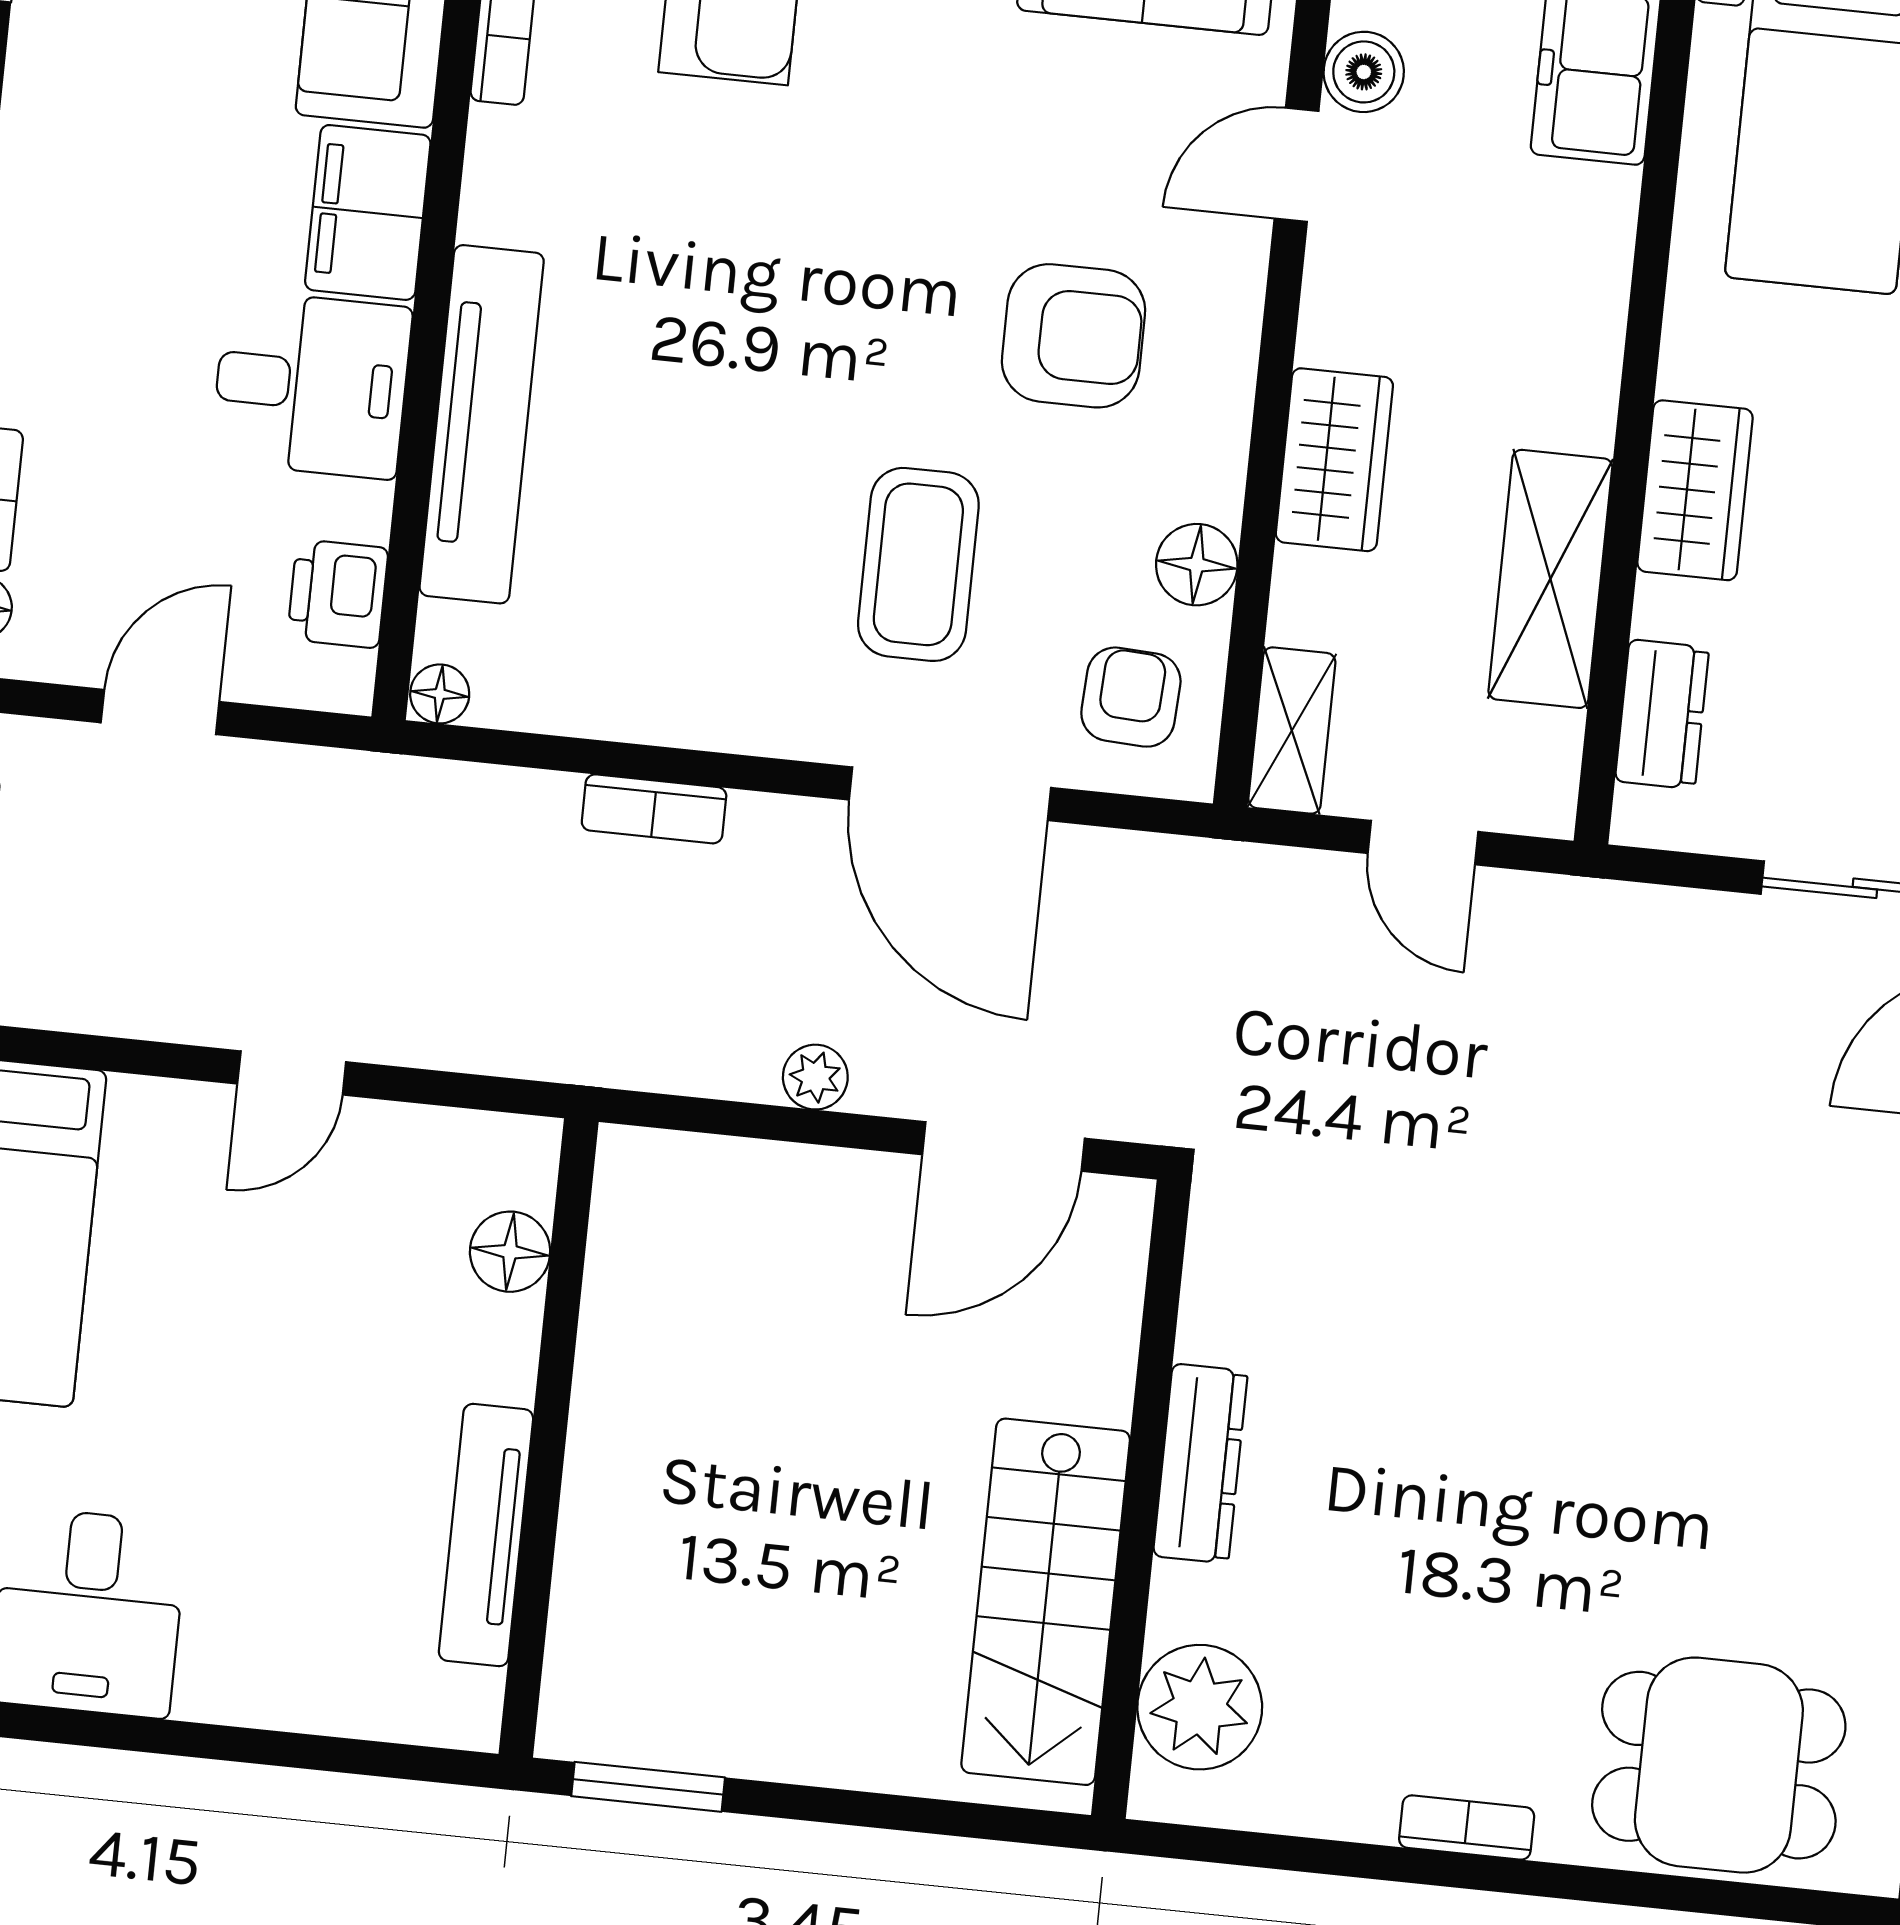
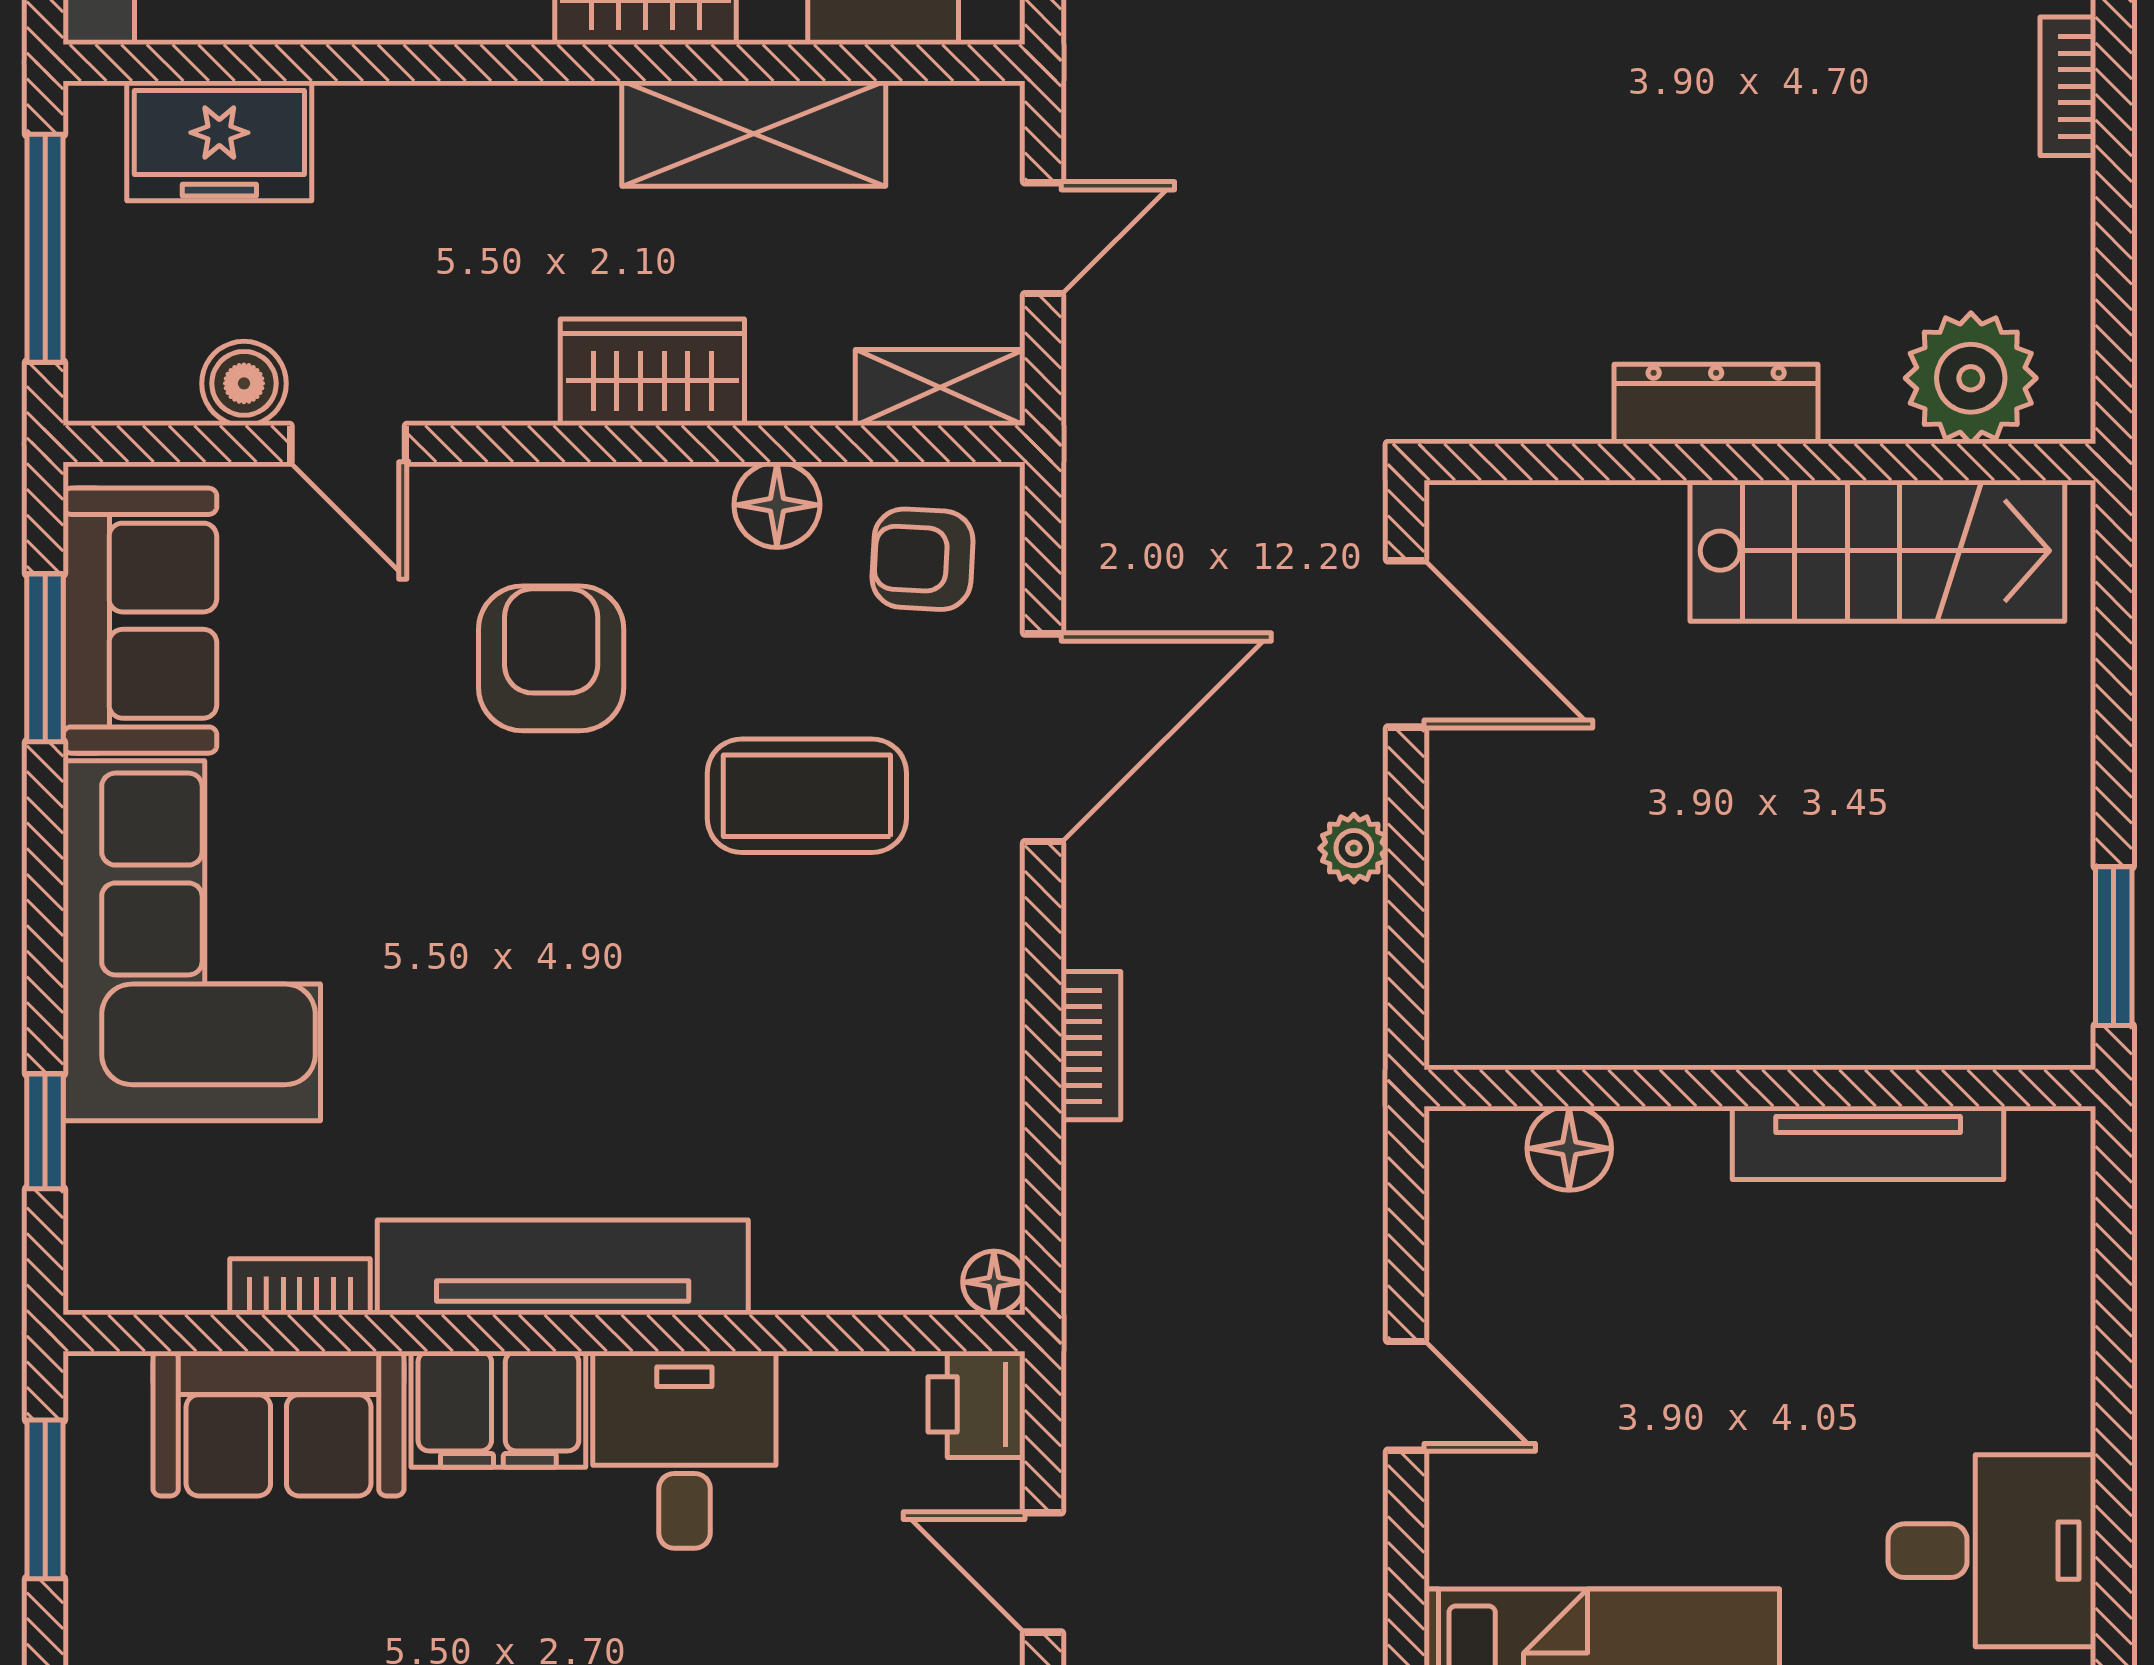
tv unit: (482, 424) -> (563, 1267), moved
printer: (338, 594) -> (977, 1404), moved, turned 90

